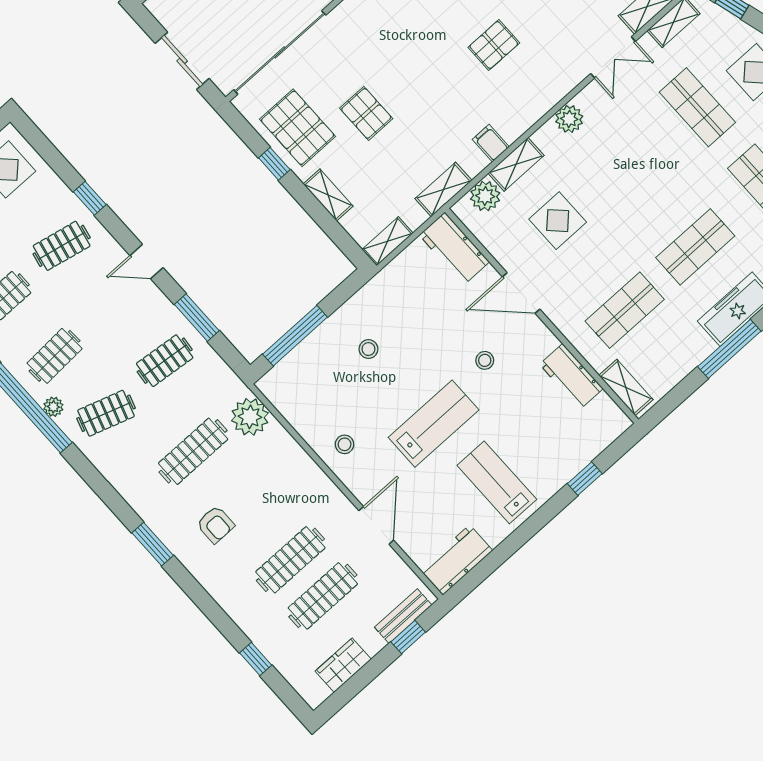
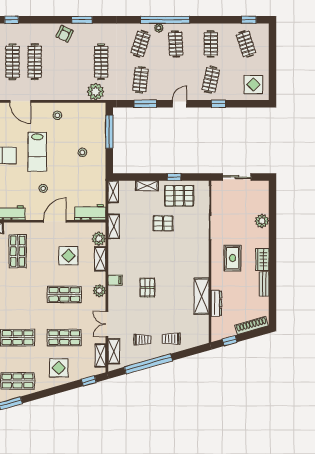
filing cabinet: (491, 143) -> (115, 280), moved
shop shelf: (695, 247) -> (64, 294), moved, turned 90
armchair: (215, 525) -> (65, 34), moved, turned -64

